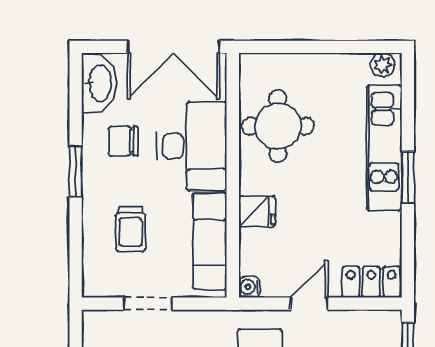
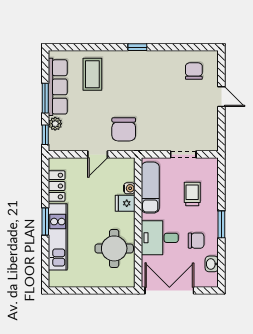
plant: (383, 65) -> (59, 281), removed
washbasin: (99, 83) -> (212, 264), width x0.52, depth x0.69
desk: (192, 146) -> (160, 238), width x0.73
locker: (371, 282) -> (57, 186), moved, turned -90
water cooler: (249, 287) -> (129, 188), moved

